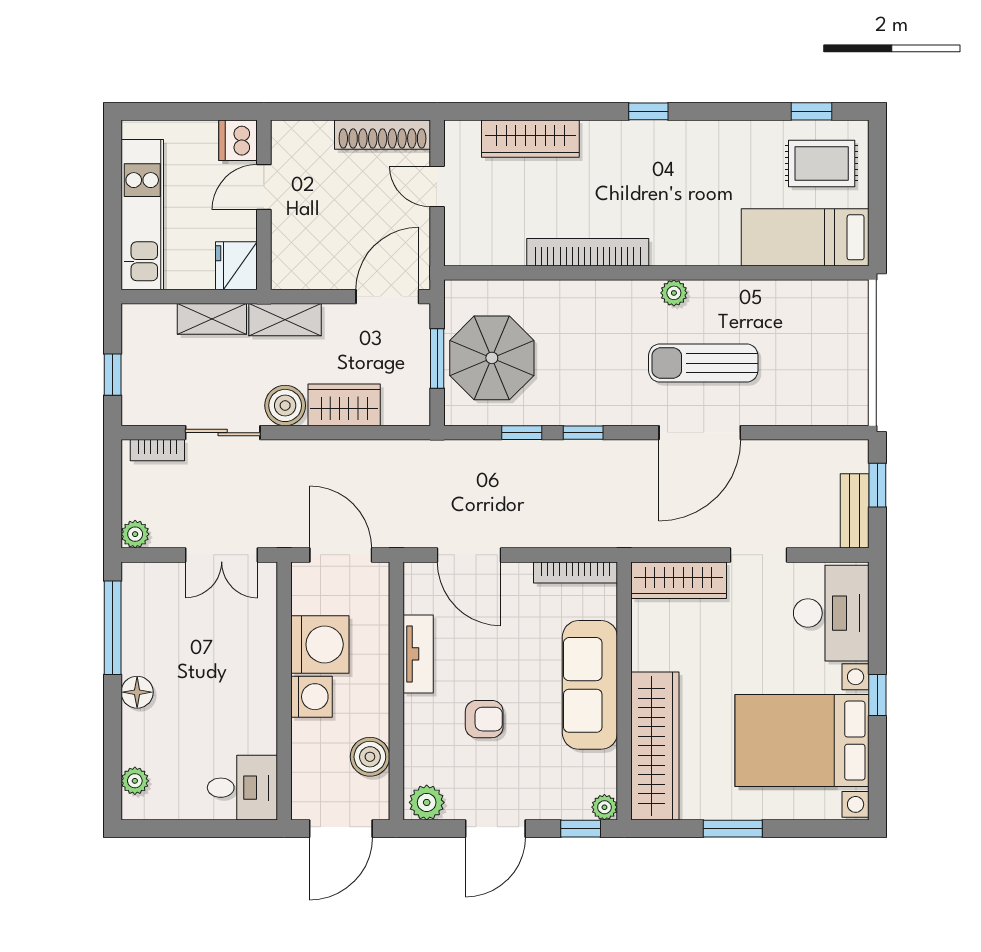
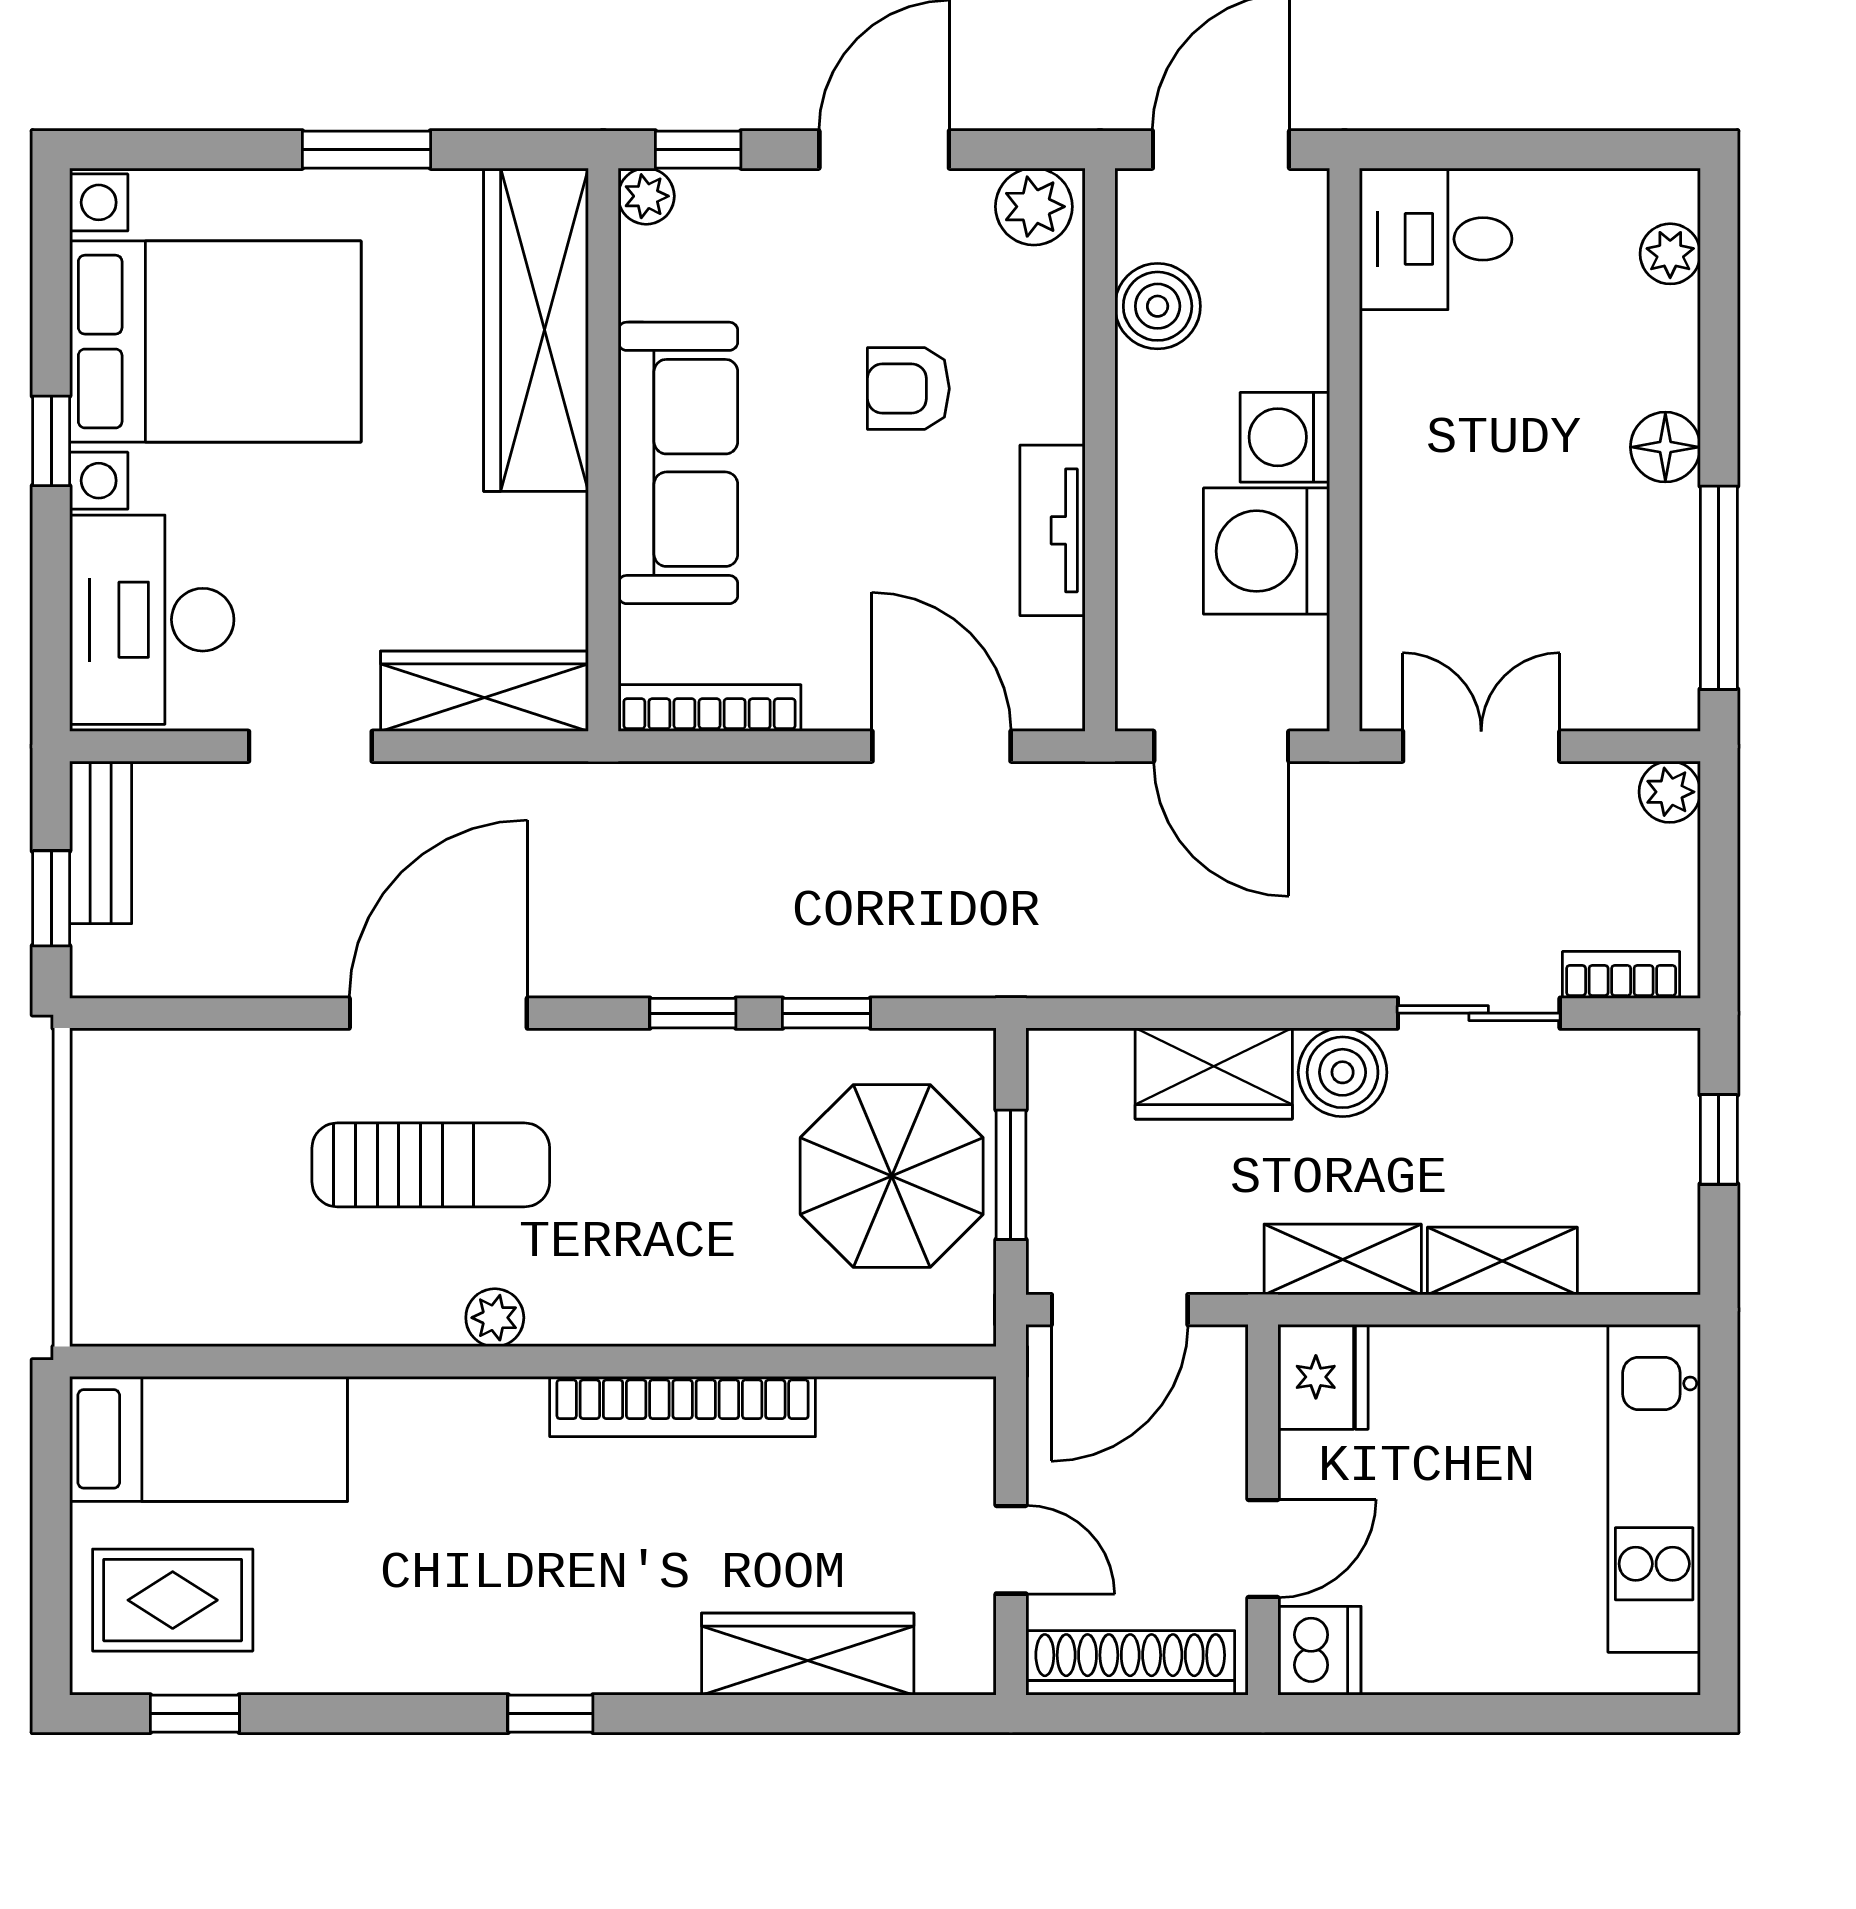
dishwasher: (238, 140) -> (1319, 1651), moved
door: (264, 187) -> (1263, 1549), moved
wall: (264, 205) -> (1263, 1510), moved
fridge: (236, 266) -> (1323, 1377), moved

